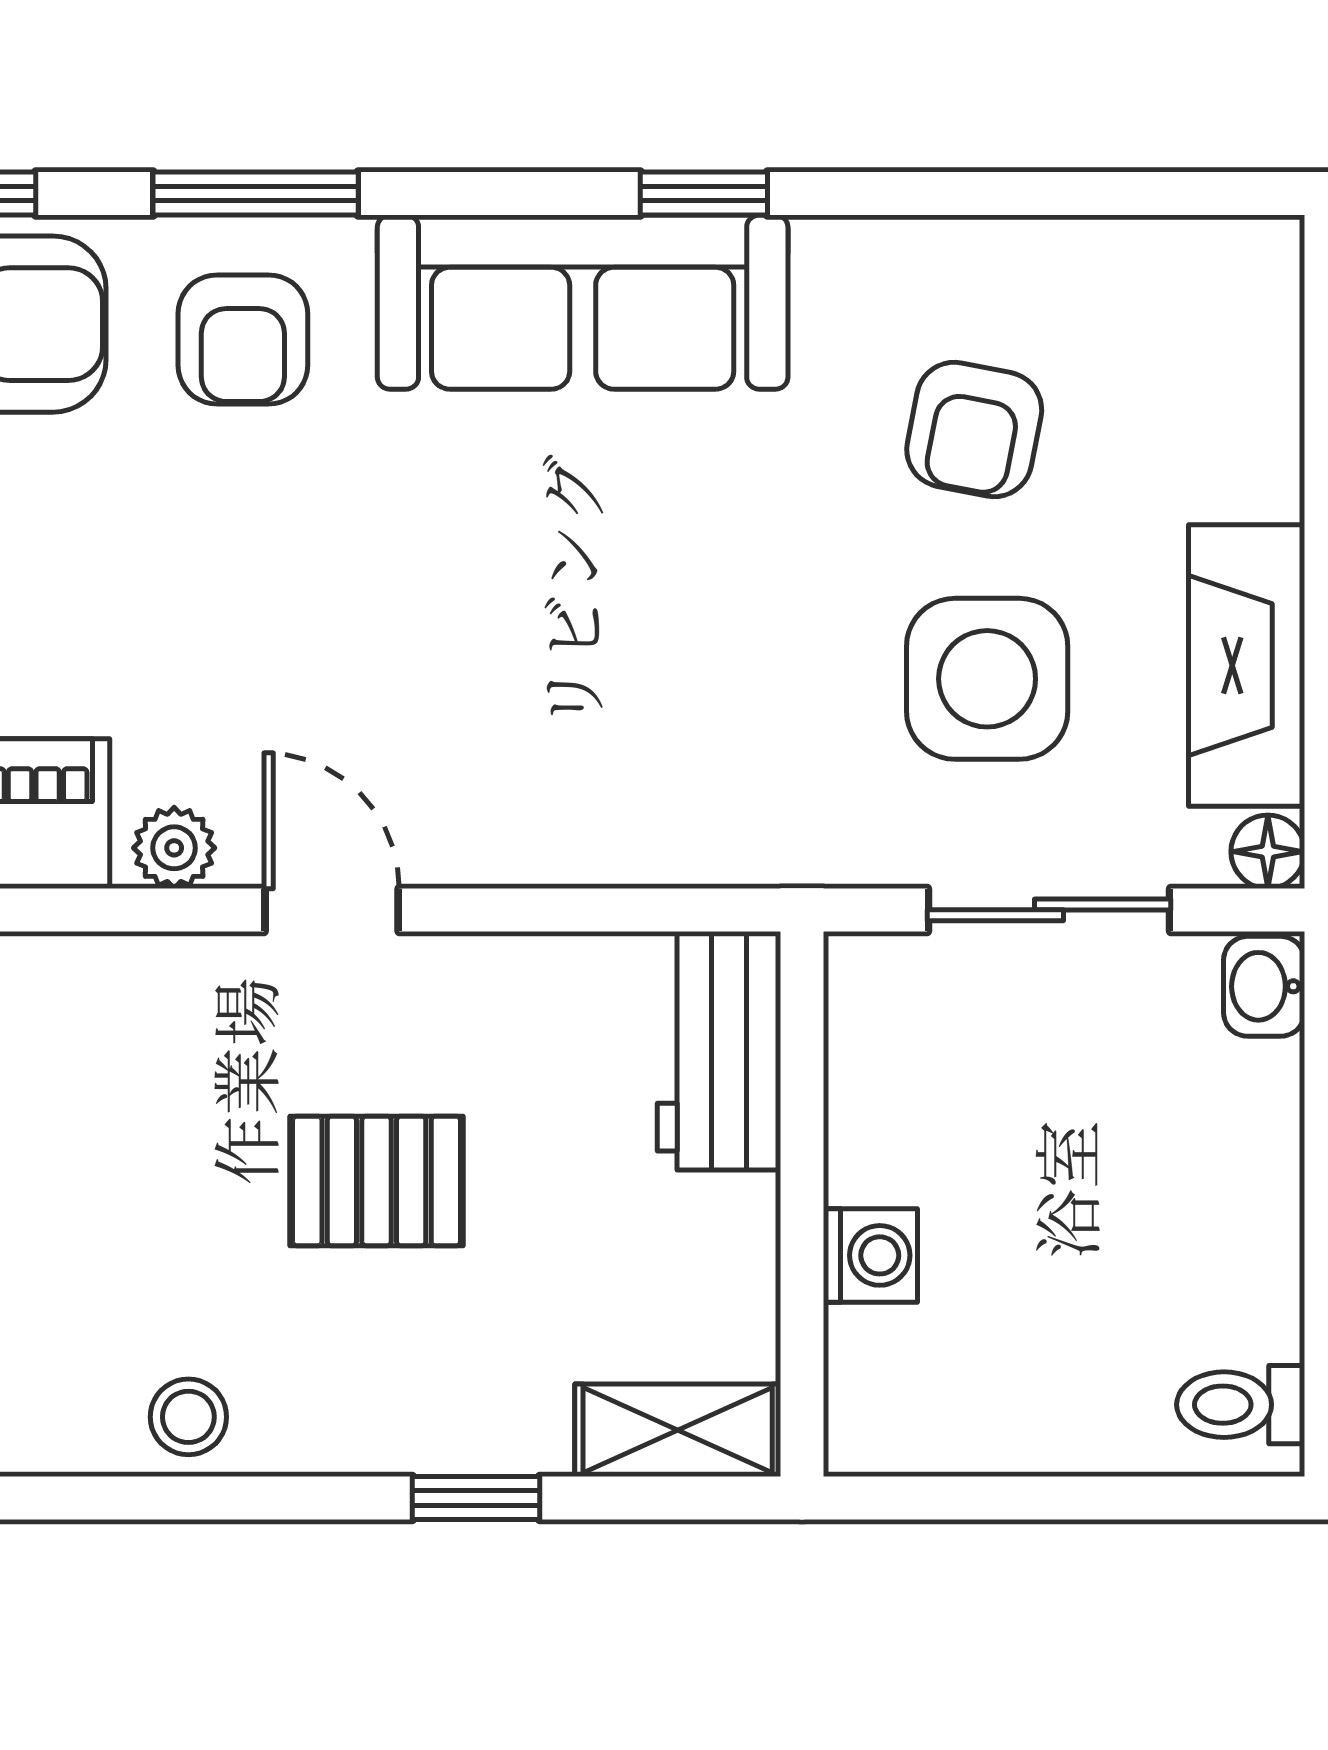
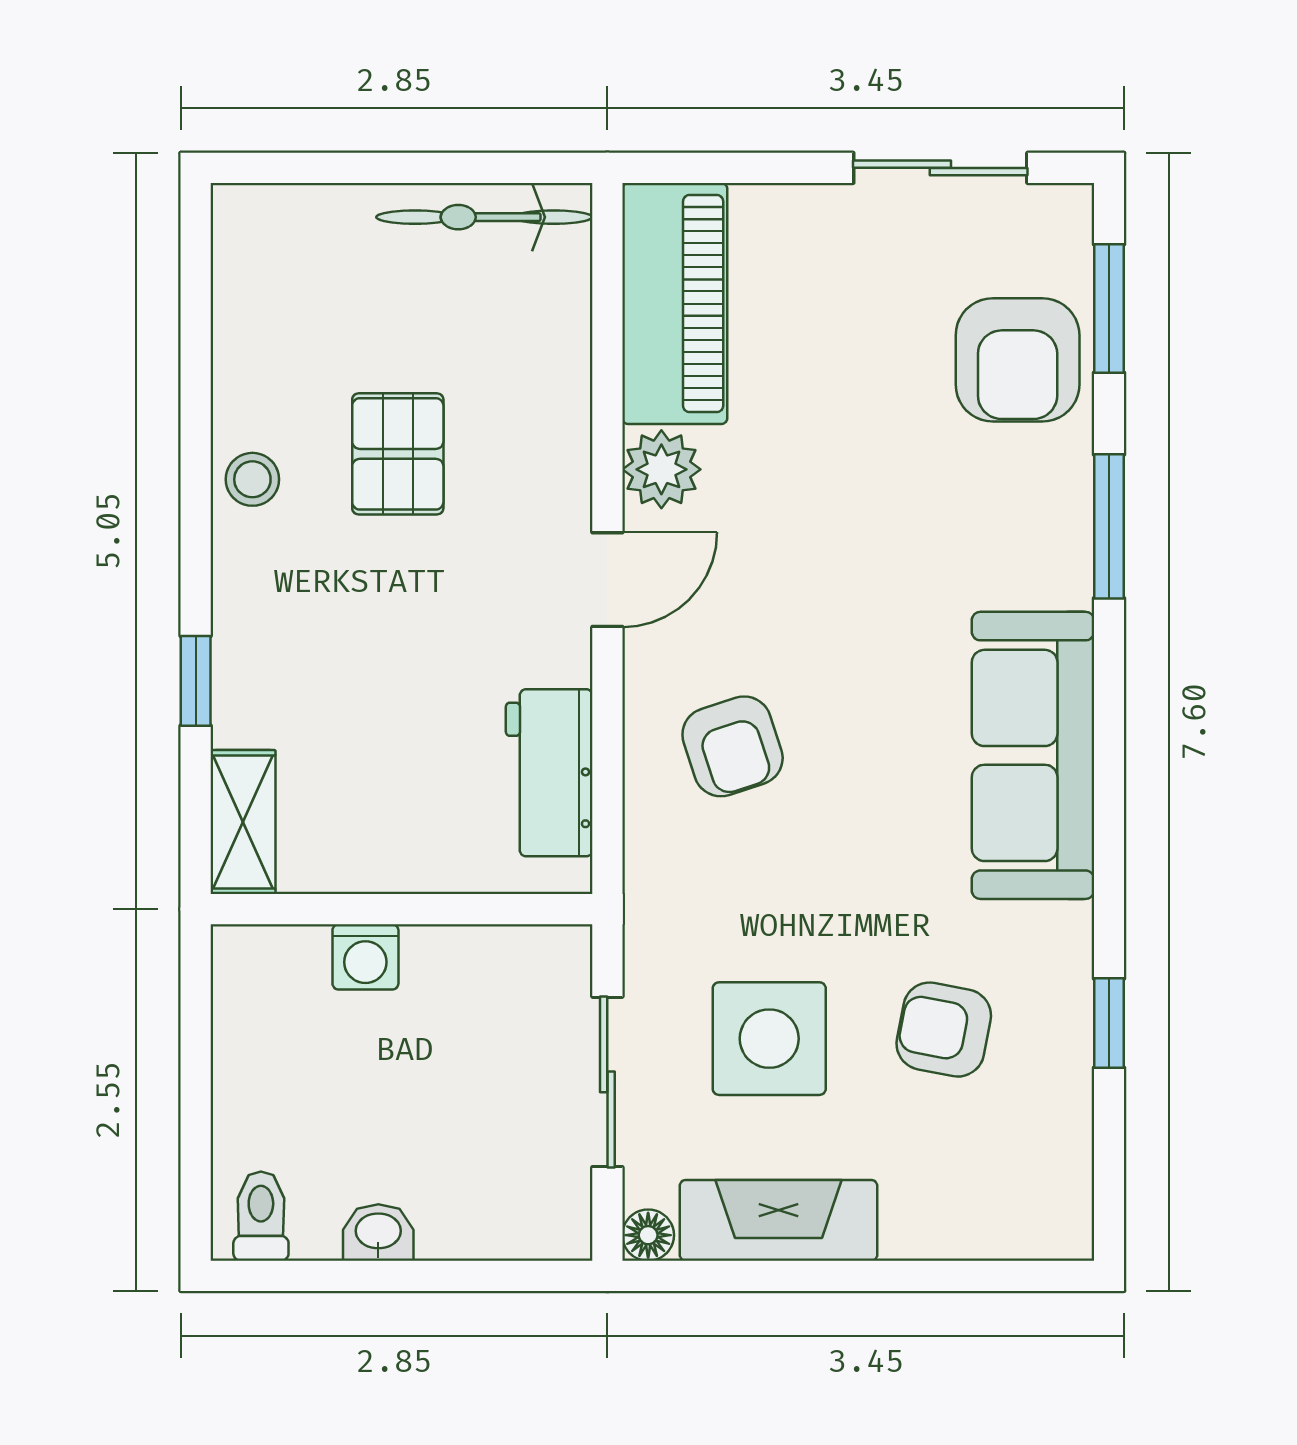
window: (704, 194) -> (1109, 1023), moved
armchair: (243, 339) -> (733, 746), moved, turned -108
plant: (174, 848) -> (661, 469), width x1.38, depth x1.38
washbasin: (1264, 986) -> (378, 1233), moved
workbench: (719, 1051) -> (549, 773), moved, turned -90
pallet: (377, 1181) -> (398, 454), moved

